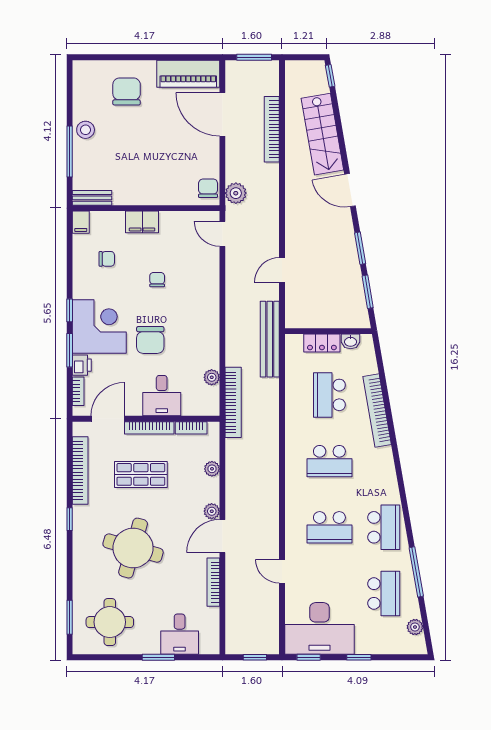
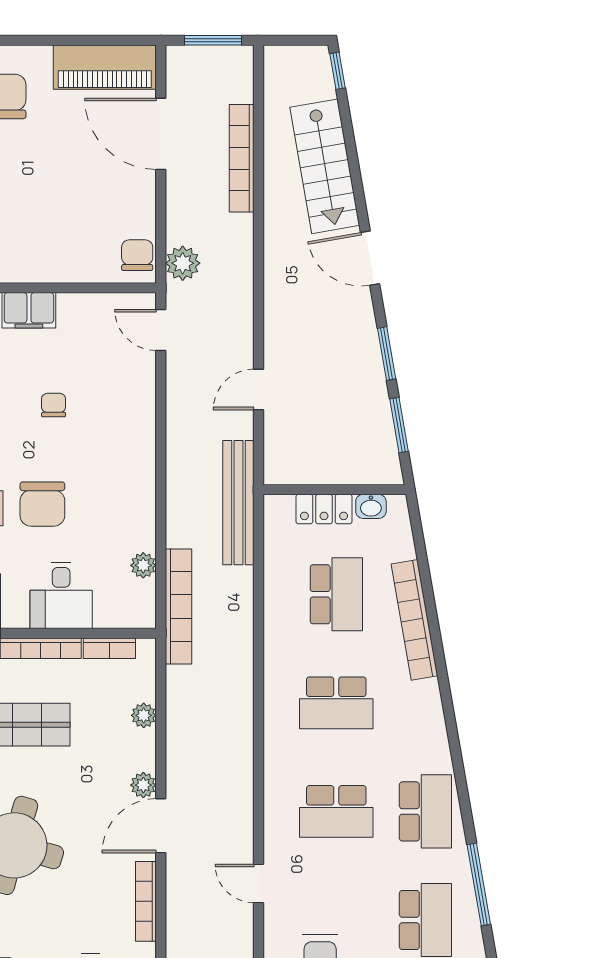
school desk: (329, 395) -> (336, 594), turned 180

